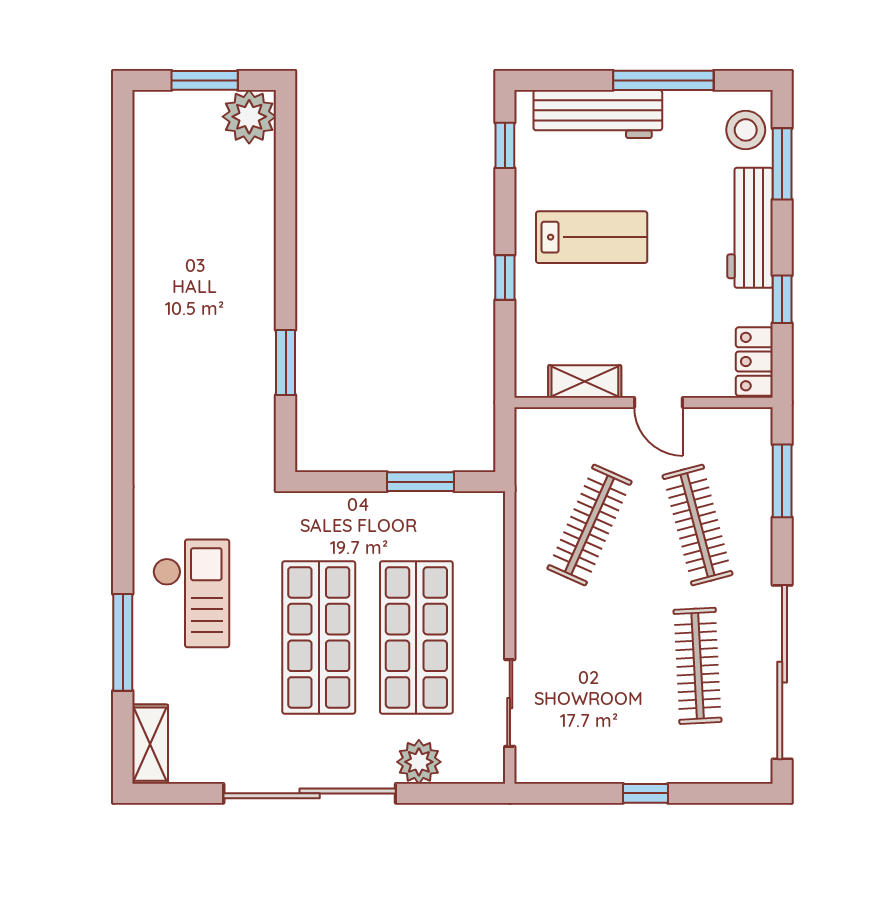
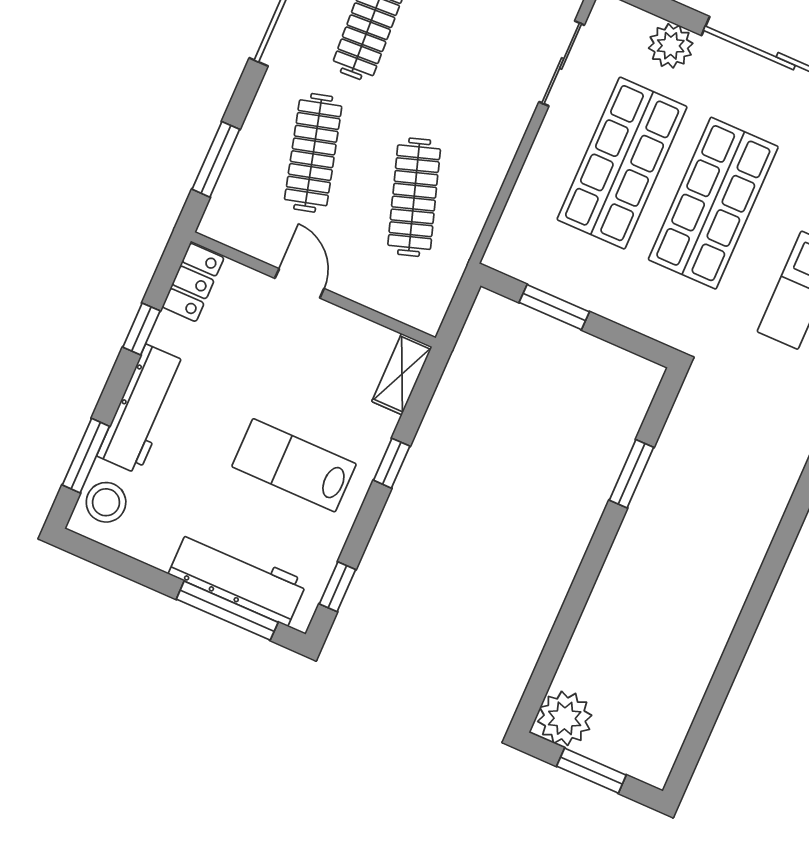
window: (663, 80) -> (227, 611), moved
shelving: (585, 381) -> (402, 374), moved, turned 90
clothes rail: (590, 525) -> (414, 197), turned -42

